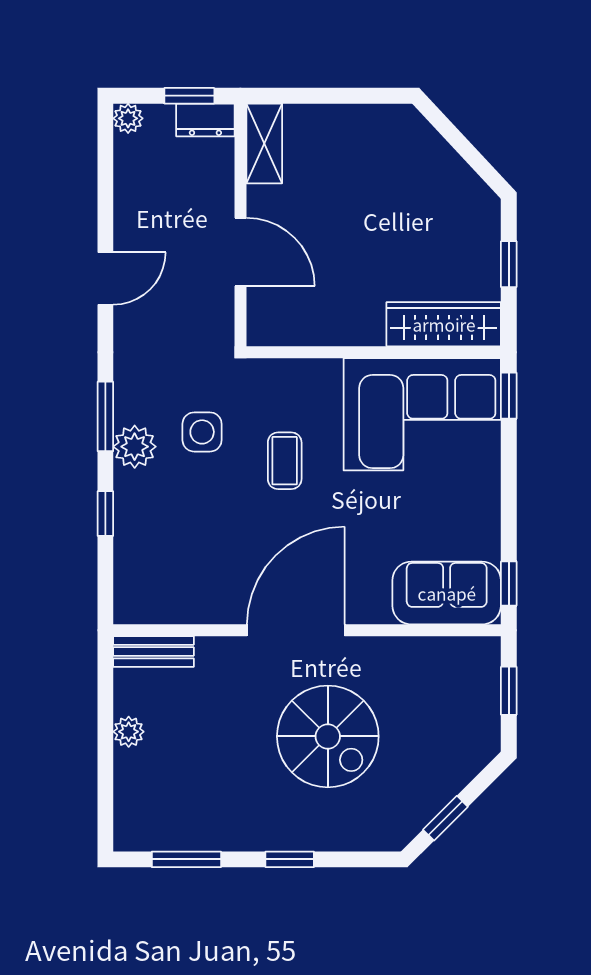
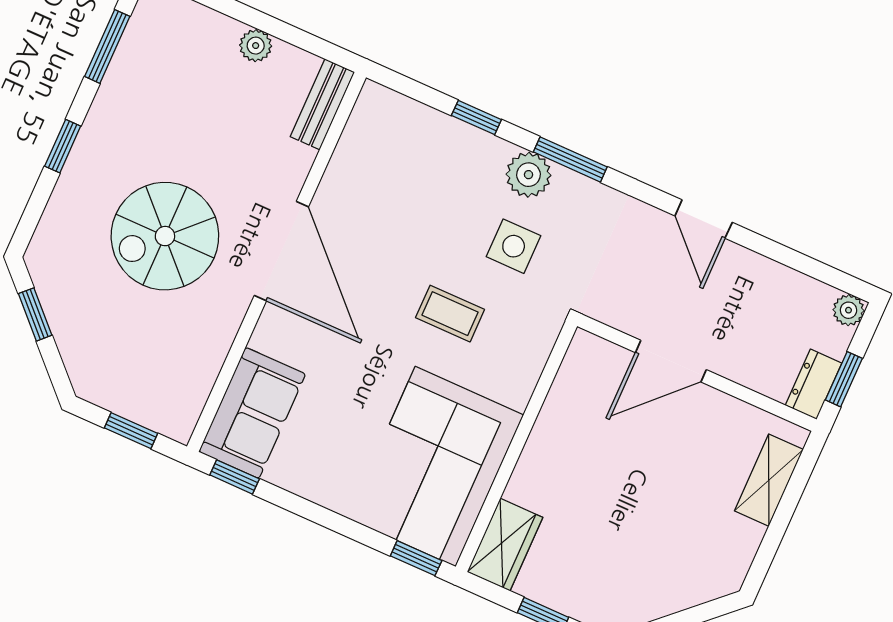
shelving: (264, 143) -> (769, 480), moved, turned 90
wardrobe: (444, 324) -> (505, 545), width x0.67

